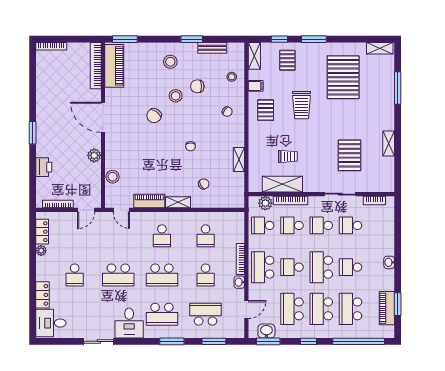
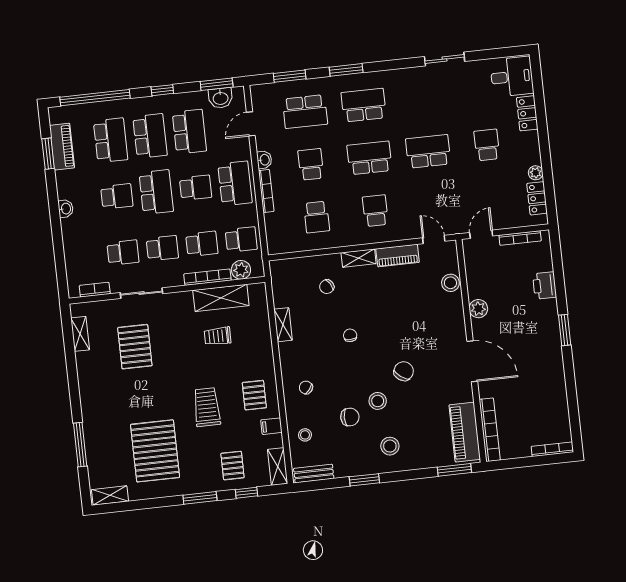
bench: (212, 48) -> (314, 473), moved
shelving: (389, 144) -> (80, 334), moved
school desk: (206, 236) -> (317, 217), turned 180
desk: (129, 323) -> (406, 88), removed

